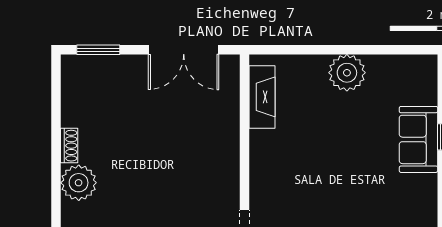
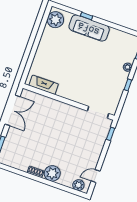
plant: (347, 73) -> (55, 20), moved
sofa: (418, 139) -> (89, 28), width x1.36

